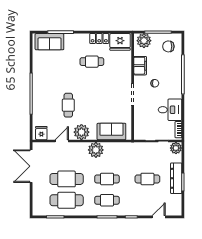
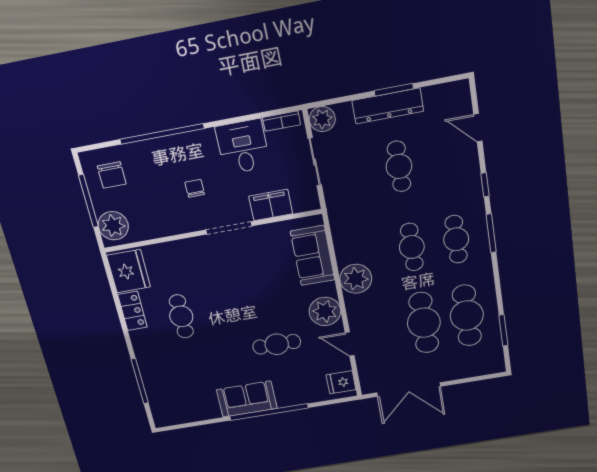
sofa: (49, 42) -> (247, 399), moved, turned -90
filing cabinet: (140, 66) -> (271, 205), moved

